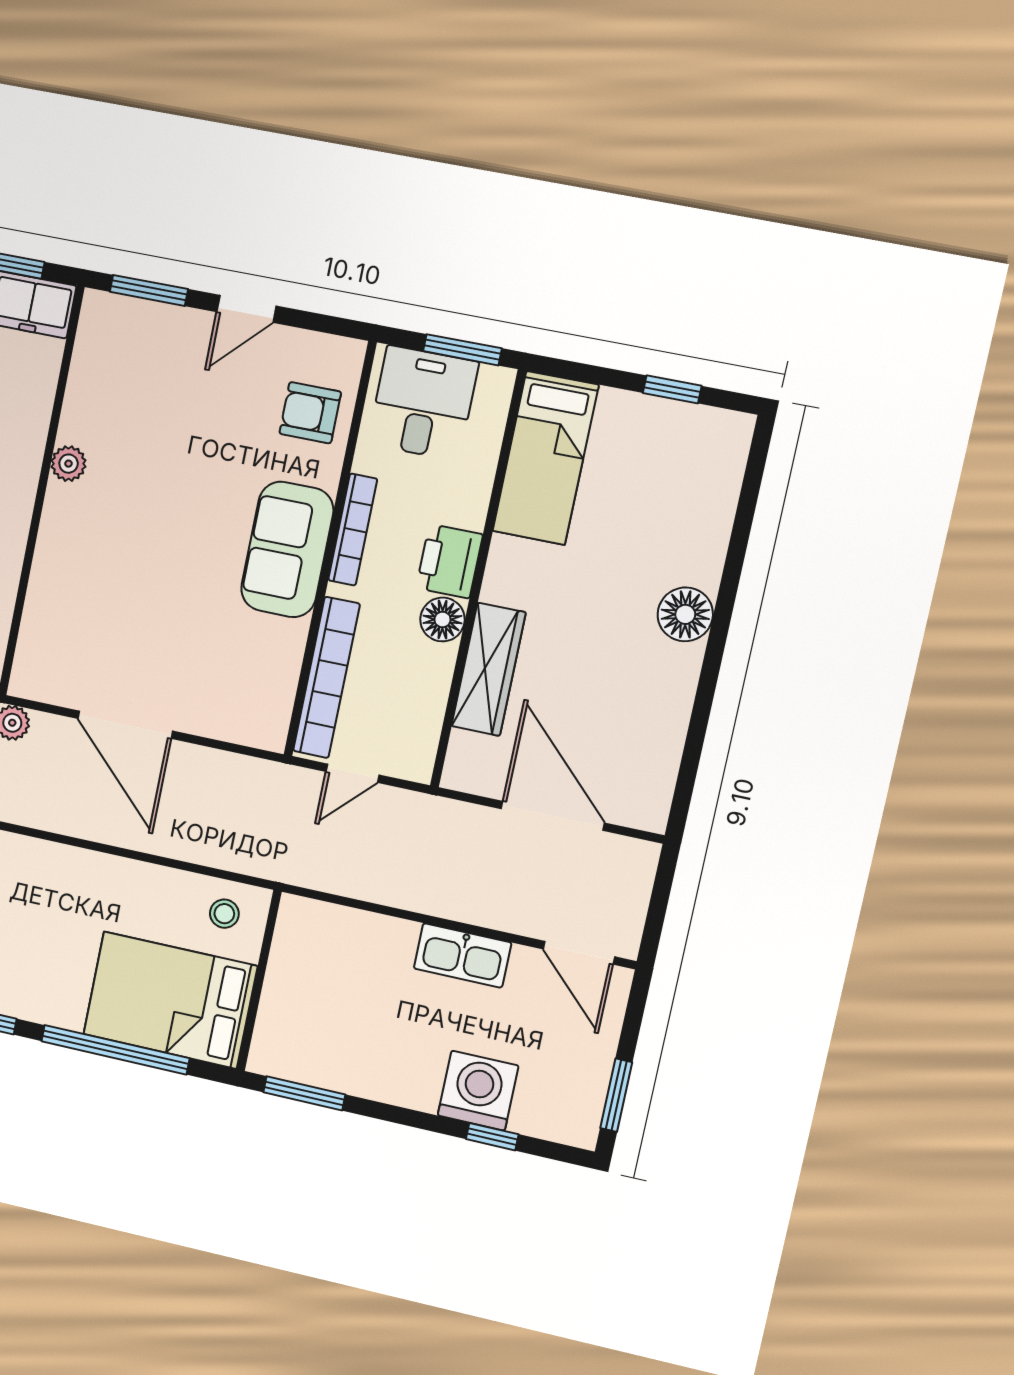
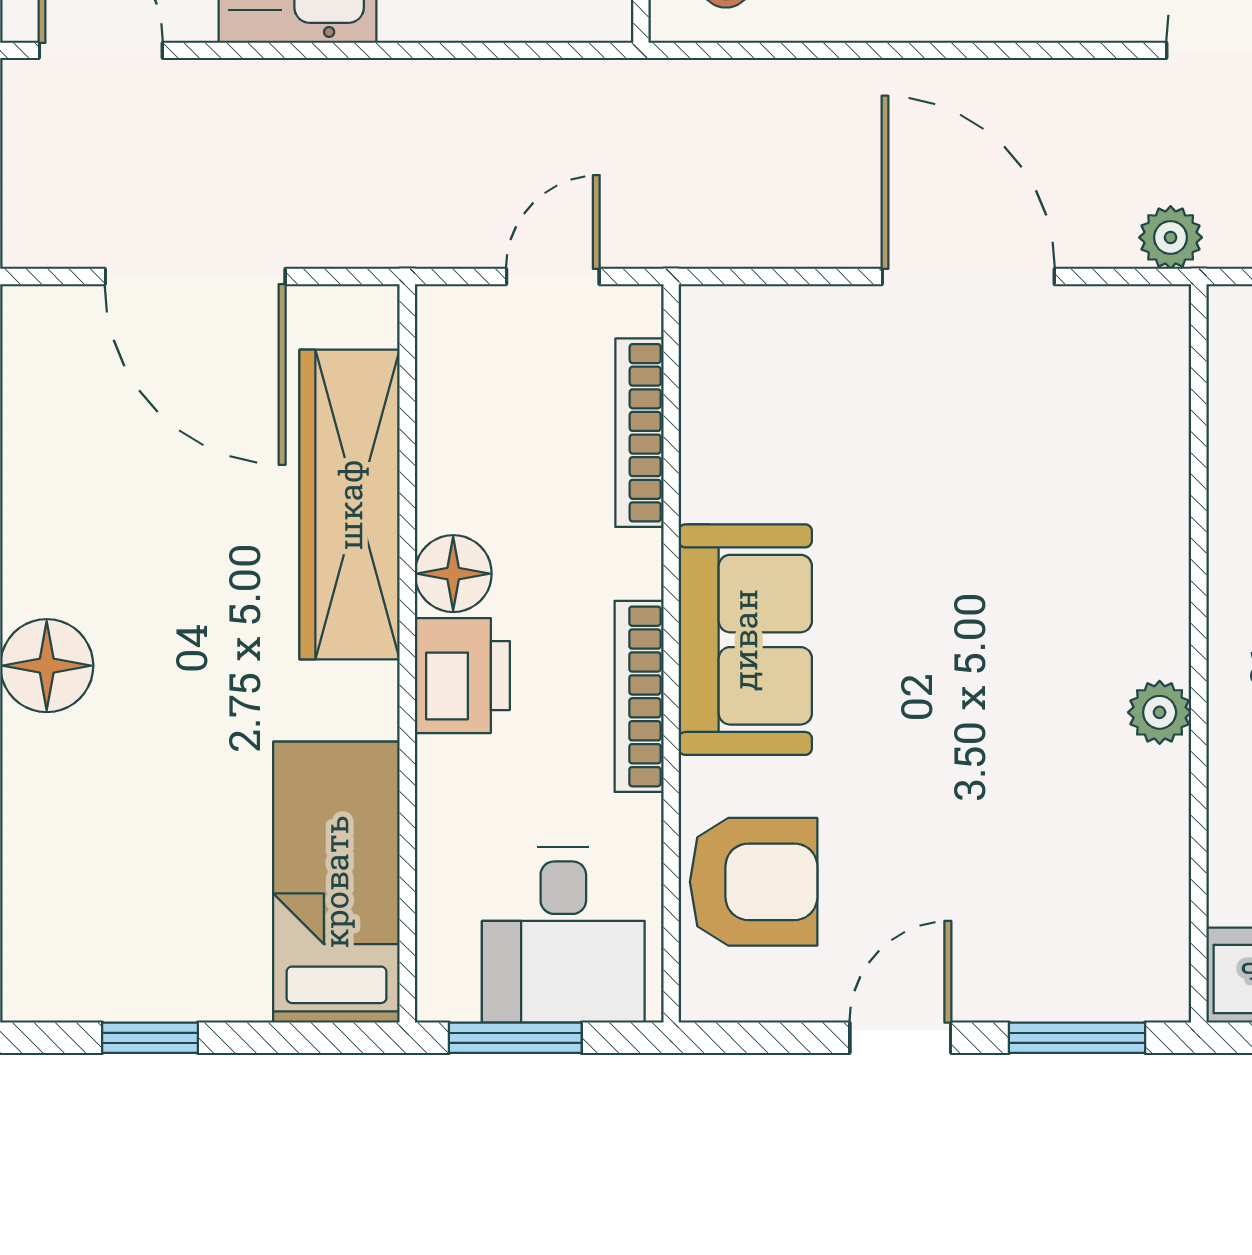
armchair: (310, 413) -> (754, 882), width x1.38, depth x1.38
wardrobe: (489, 669) -> (350, 505), width x1.40, depth x1.17
bookcase: (327, 678) -> (639, 433), width x0.68, depth x0.76

